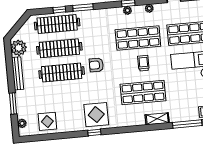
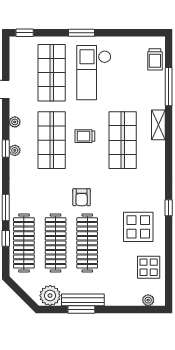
window: (13, 104) -> (81, 309), moved
display table: (96, 115) -> (138, 227), moved

